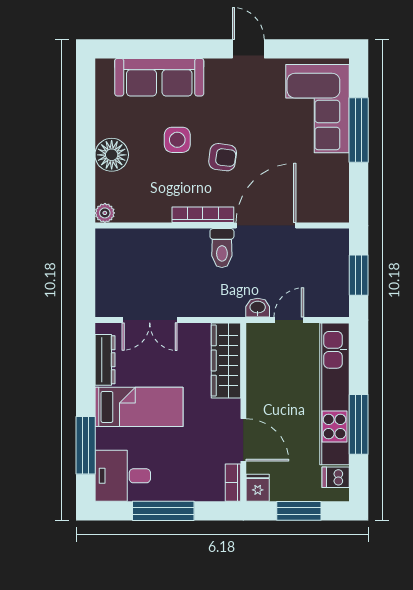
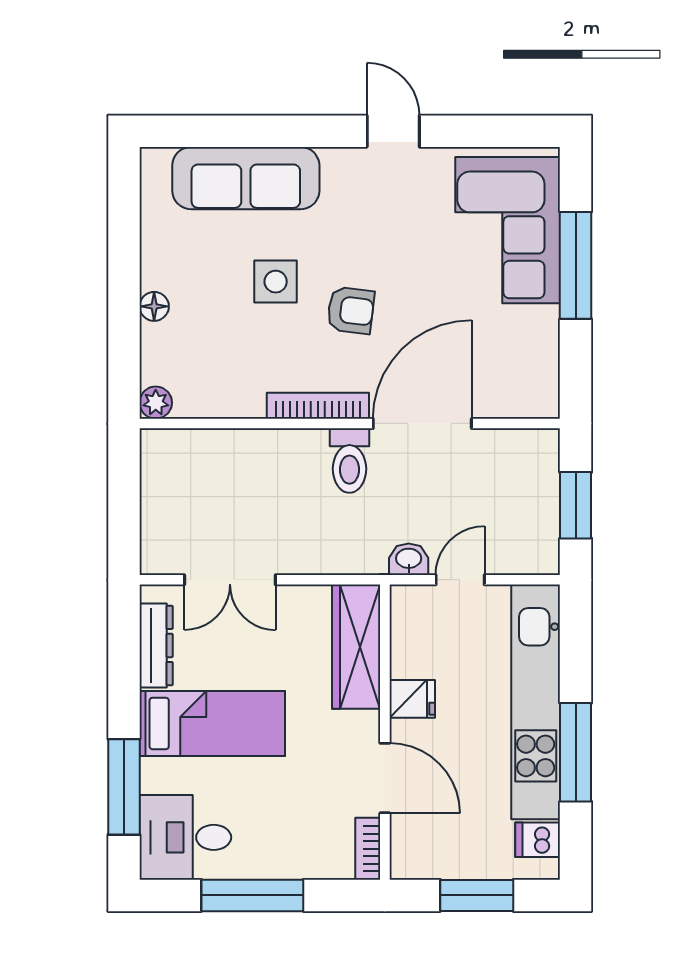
floor lamp: (112, 155) -> (154, 306), width x0.53, depth x0.53
fridge: (258, 488) -> (412, 699), moved, turned 90

